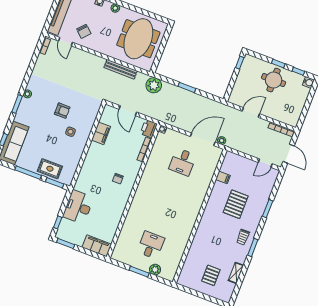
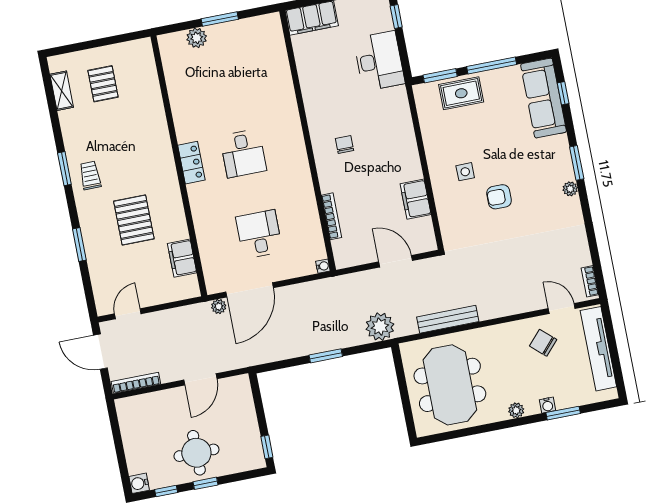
printer: (149, 129) -> (345, 253), removed
filing cabinet: (223, 177) -> (182, 258), width x2.00
locker: (193, 214) -> (191, 163), added
desk: (151, 245) -> (243, 153), moved
shelving: (236, 273) -> (62, 91), moved

